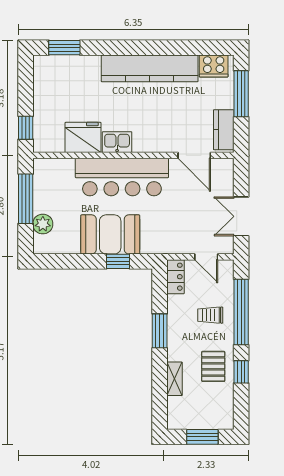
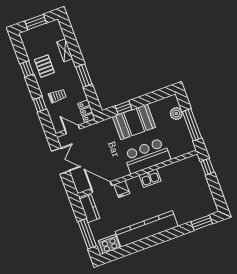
fridge: (83, 137) -> (122, 189), moved, width x0.53, depth x0.75
bar counter: (122, 177) -> (147, 156), width x0.73
window: (241, 312) -> (40, 104), width x0.32

